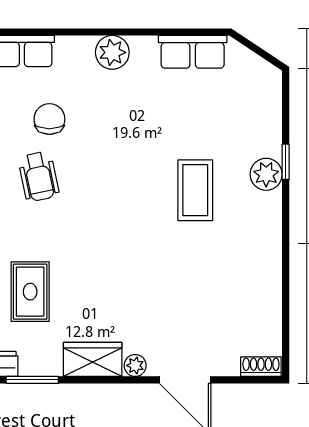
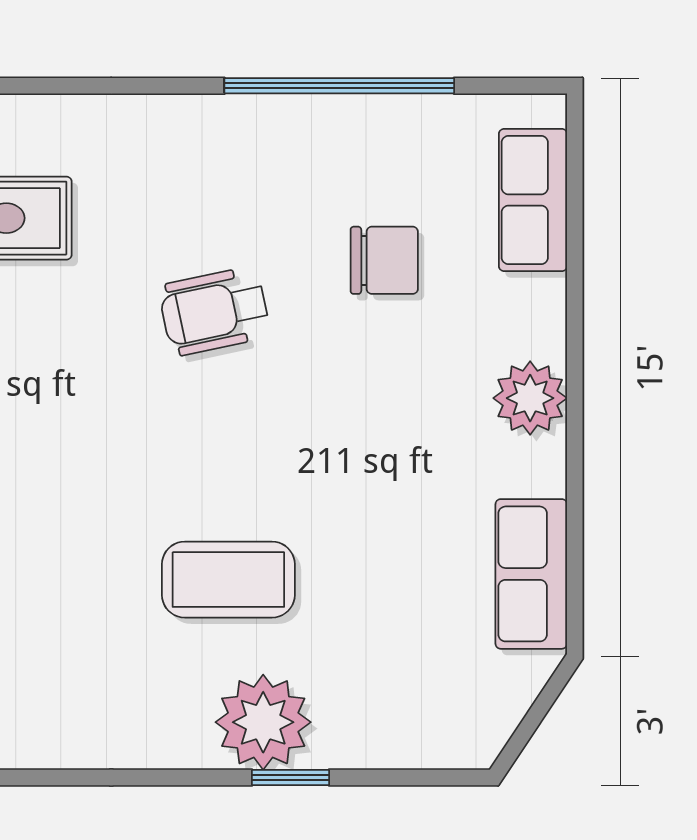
plant: (266, 174) -> (263, 722), width x1.36, depth x1.36
wheelchair: (39, 176) -> (214, 311), moved

